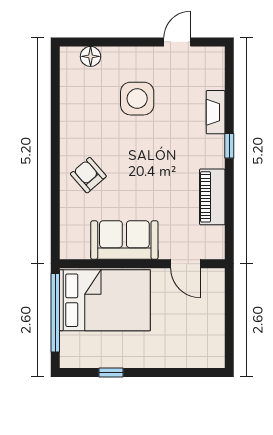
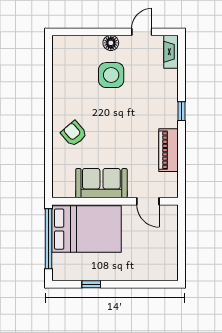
floor lamp: (91, 56) -> (111, 43), moved
fireplace: (216, 112) -> (171, 52), moved

